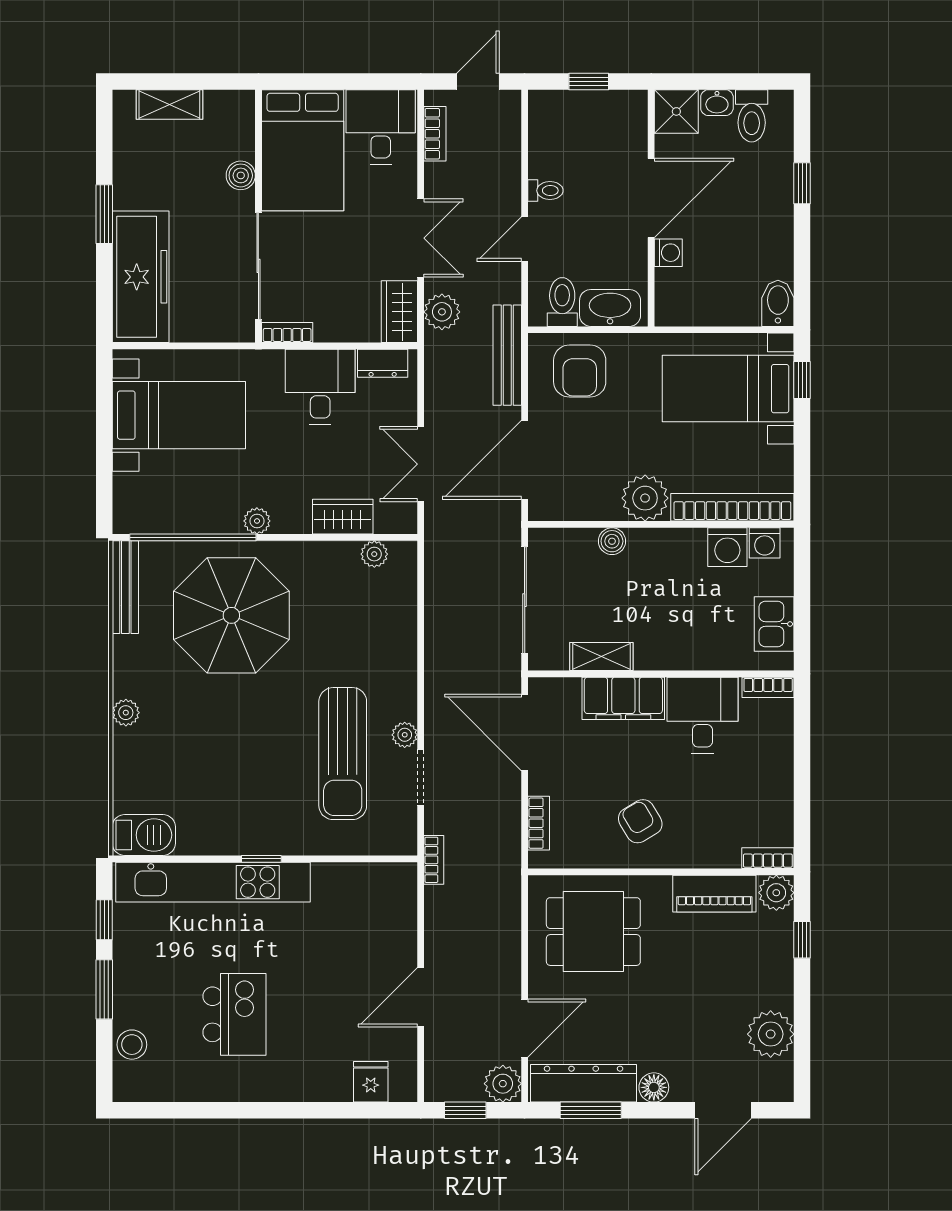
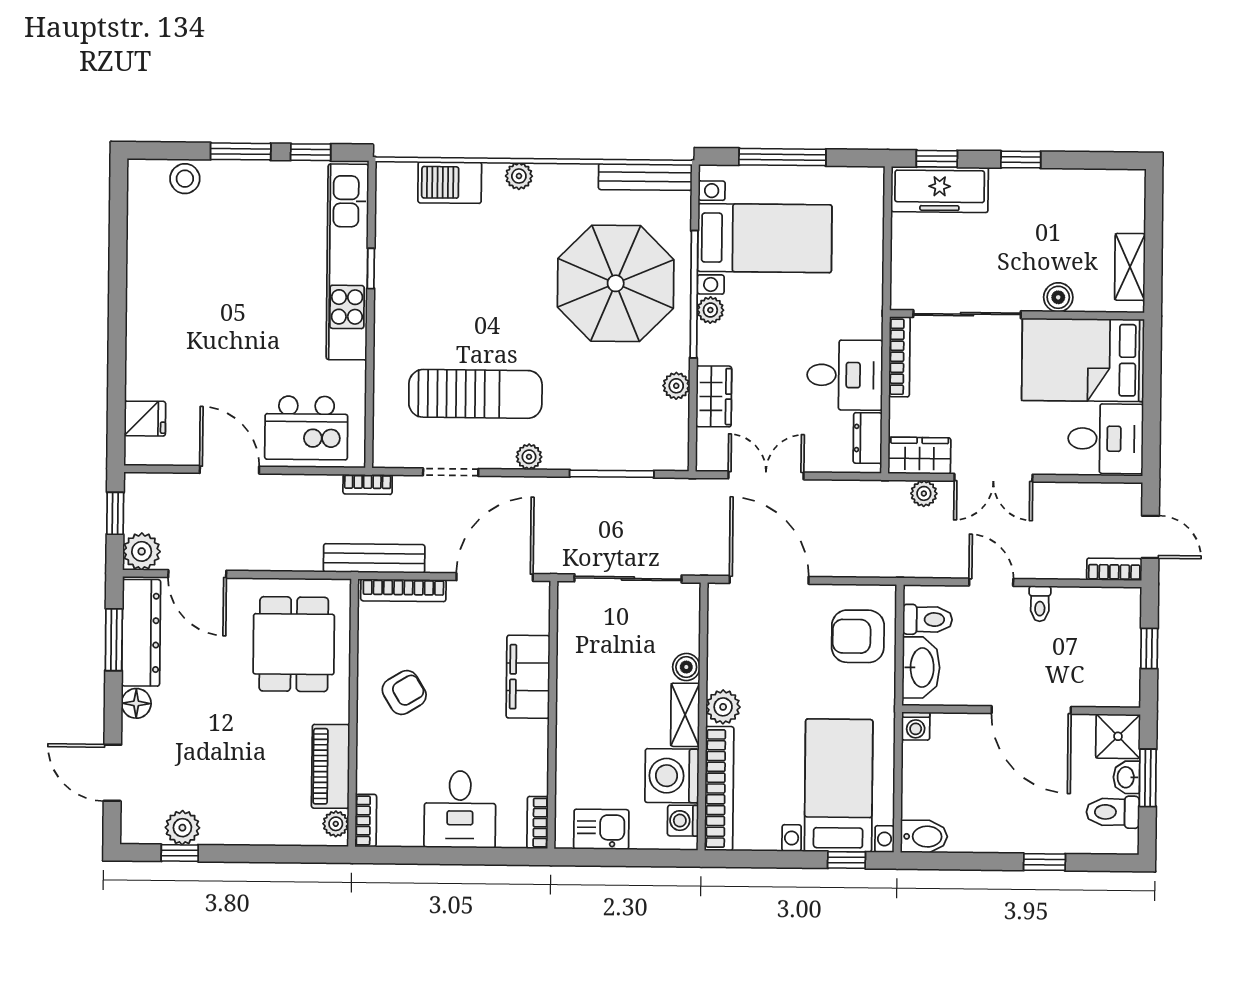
window: (717, 81) -> (1148, 778), added
shelving: (169, 104) -> (1130, 267), moved
bookcase: (435, 134) -> (1114, 569), moved, turned 180
window: (104, 214) -> (1021, 160), width x0.67
washing machine: (668, 253) -> (916, 726), moved
freezer: (141, 277) -> (940, 189), width x0.73, depth x0.79
window: (104, 298) -> (937, 159), added
plant: (442, 312) -> (924, 493), width x0.73, depth x0.73
bookcase: (287, 333) -> (900, 357), width x1.56
bench: (507, 355) -> (374, 558), moved
bed with nightstands: (179, 415) -> (765, 238), moved, turned -90
window: (104, 451) -> (782, 157), added
plant: (645, 498) -> (723, 707), width x0.73, depth x0.73
window: (193, 537) -> (694, 294), moved
washing machine: (727, 547) -> (672, 776), width x1.37, depth x1.37
plant: (374, 554) -> (676, 386), moved
window: (421, 617) -> (612, 474), added
shelving: (601, 656) -> (685, 715), moved
desk: (702, 715) -> (460, 809), moved, turned 90
plant: (405, 735) -> (529, 457), moved
sun lounger: (343, 754) -> (475, 394), turned 180
bookcase: (539, 823) -> (403, 590), width x1.56
barbecue: (144, 835) -> (450, 182), moved, turned 90
window: (261, 859) -> (371, 268), moved
plant: (776, 893) -> (336, 824), width x0.73, depth x0.73
window: (802, 940) -> (180, 853), moved
kitchen island: (234, 1014) -> (306, 428), moved
plant: (771, 1034) -> (182, 828), width x0.73, depth x0.73

